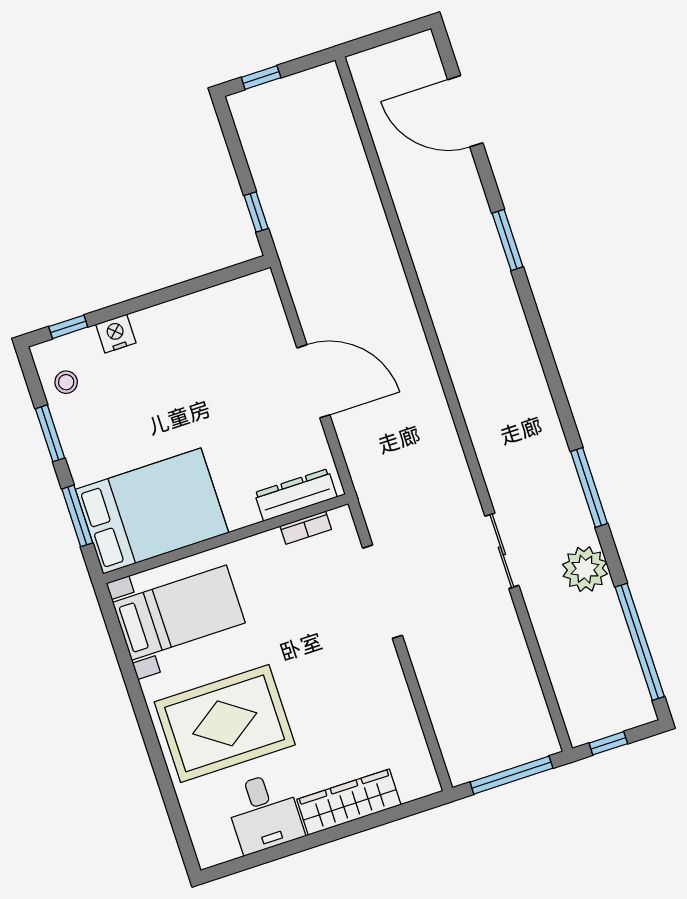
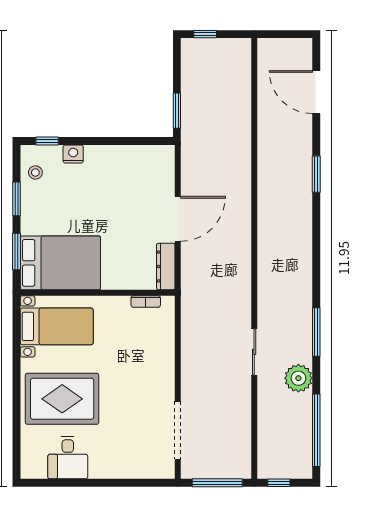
window: (256, 212) -> (177, 111), width x1.50
door: (313, 381) -> (178, 219), hinge flipped
dresser: (296, 495) -> (166, 267), moved, turned -90
doorway: (383, 592) -> (178, 430), moved
wardrobe: (349, 802) -> (119, 468), removed

